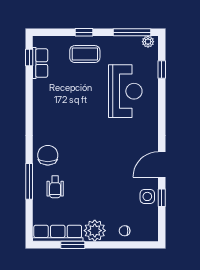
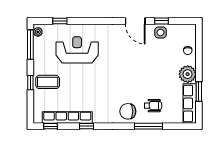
coffee table: (85, 54) -> (48, 82), turned 90
row of seats: (40, 63) -> (67, 117), width x2.02
window: (29, 103) -> (86, 126), added

